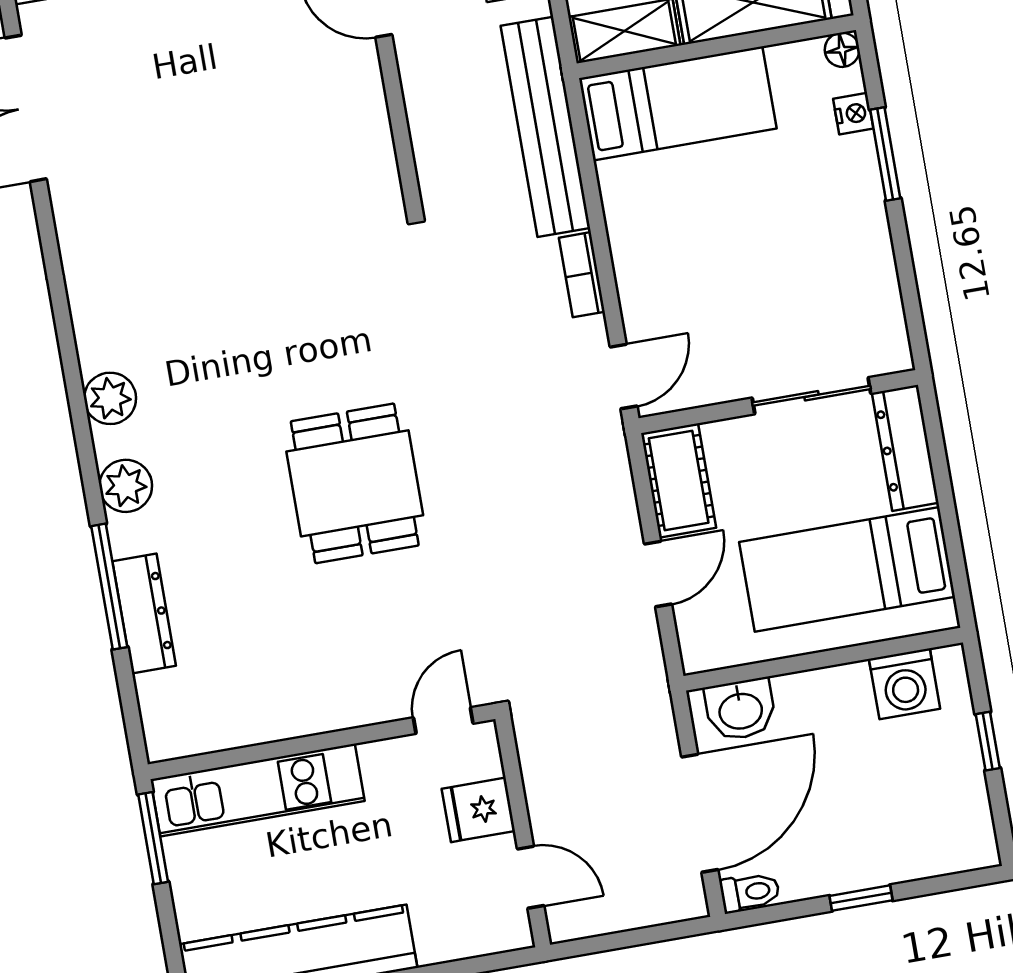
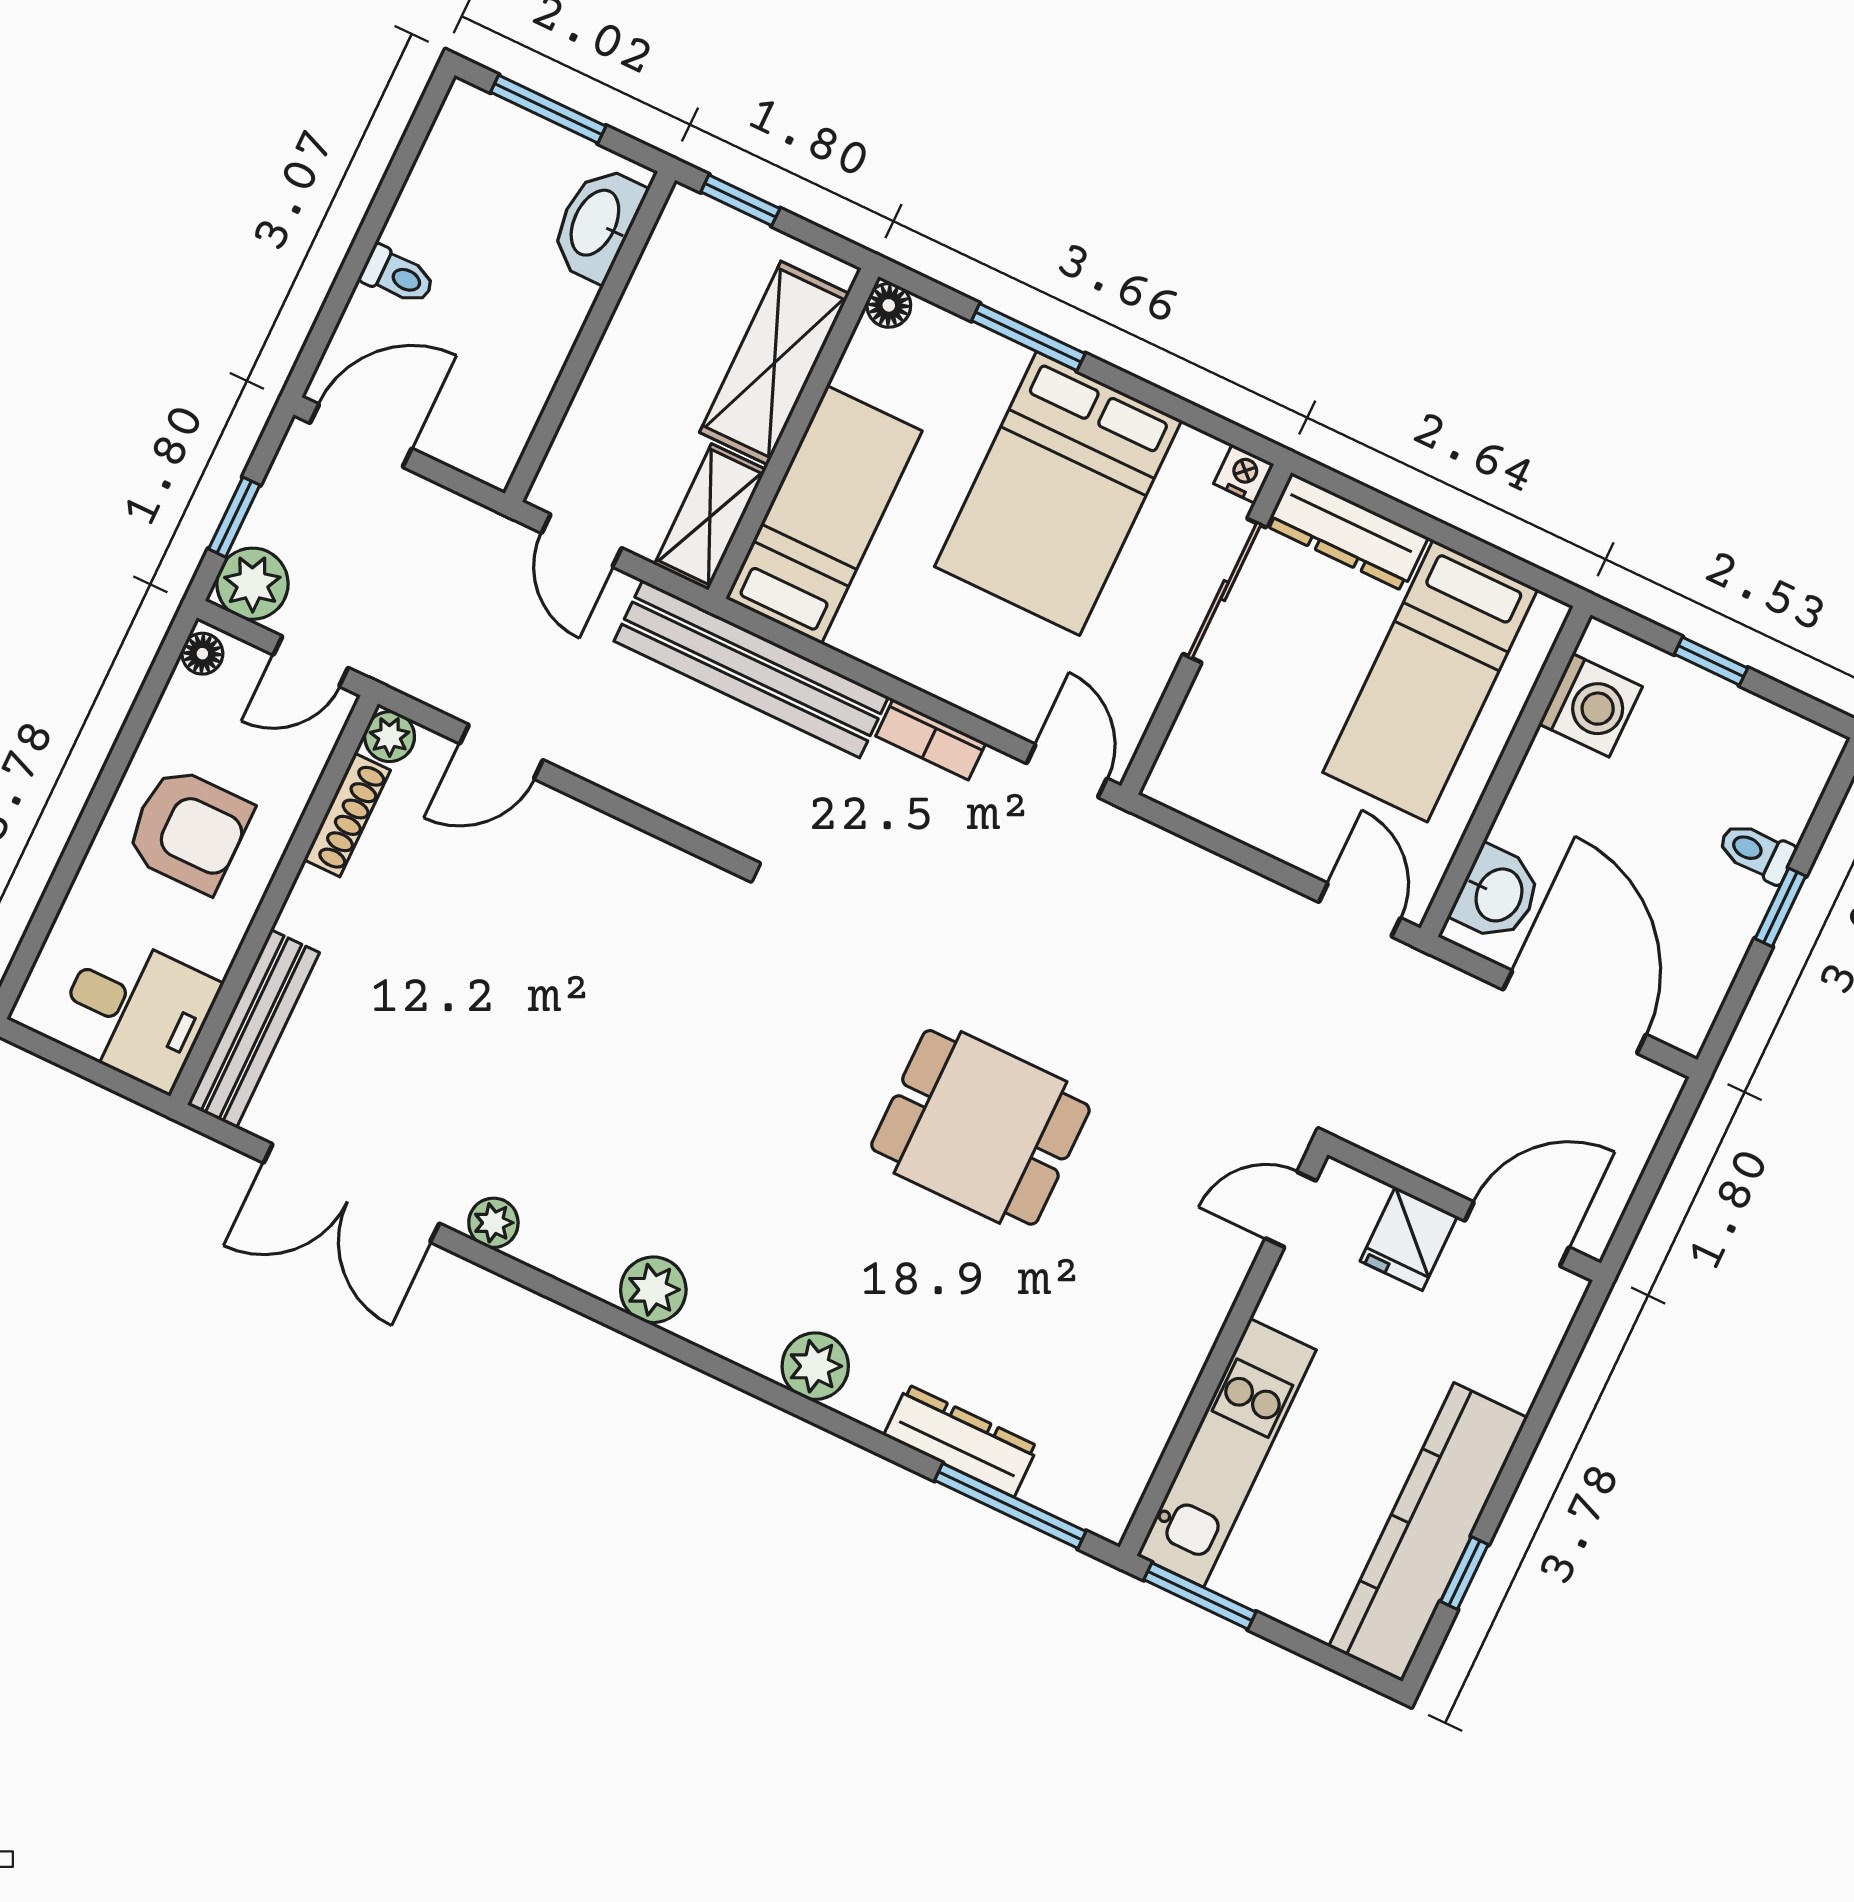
nightstand: (853, 114) -> (1244, 474), moved
plant: (71, 213) -> (493, 1223), added
bed: (798, 244) -> (1058, 493), added
plant: (110, 398) -> (653, 1290), moved
cot: (679, 480) -> (1215, 790), removed
door: (658, 574) -> (1360, 910), moved
window: (109, 587) -> (1010, 1506), moved
door: (443, 720) -> (1291, 1209), hinge flipped
door: (531, 877) -> (1517, 1234), width x1.38
toilet: (750, 892) -> (1756, 852), moved, turned -90

